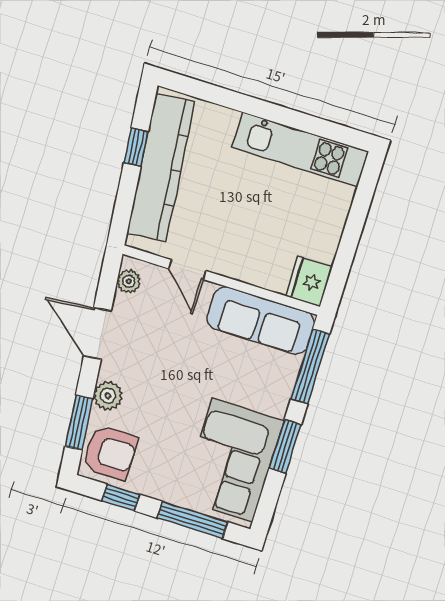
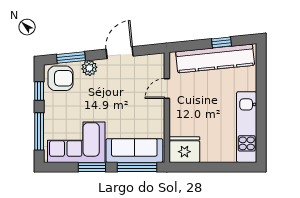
plant: (129, 281) -> (151, 60), removed
fridge: (309, 281) -> (184, 150), width x1.36, depth x1.34
sofa: (261, 321) -> (134, 151), moved, turned 90
armchair: (110, 453) -> (60, 78), turned -90

